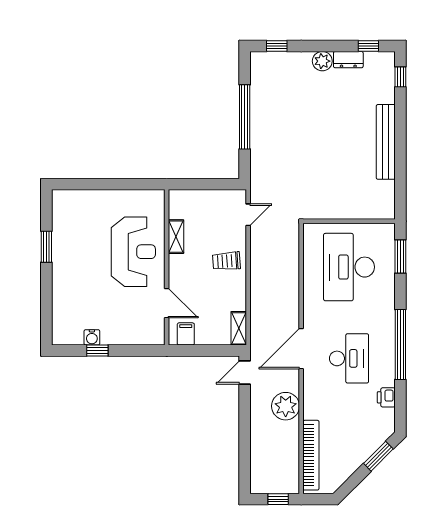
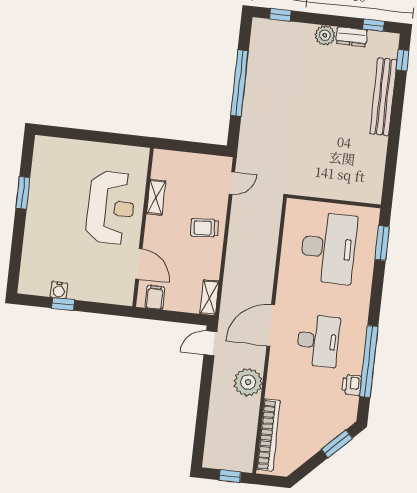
bench: (386, 142) -> (383, 97), moved
desk: (349, 267) -> (329, 248), turned 180
window: (400, 345) -> (369, 362), moved

